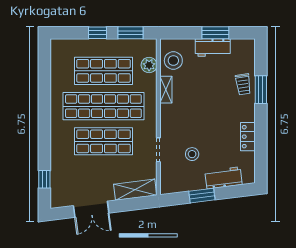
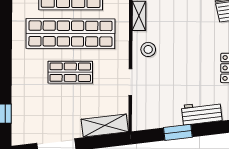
shop shelf: (103, 141) -> (70, 72), width x0.70, depth x0.74
stool: (192, 154) -> (148, 49), moved

